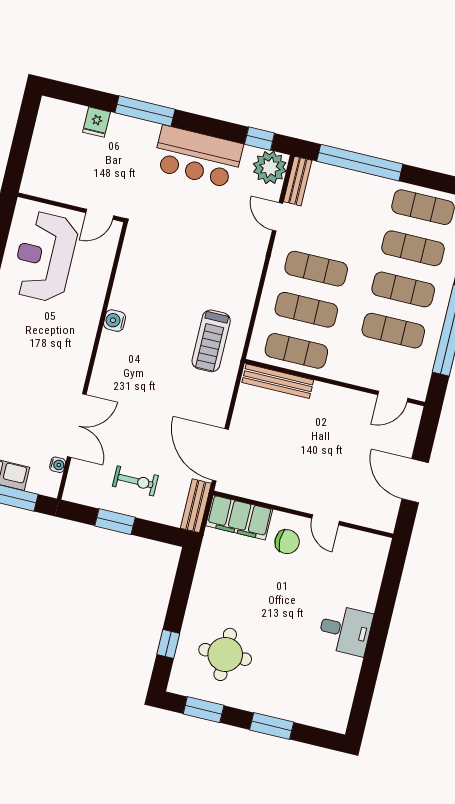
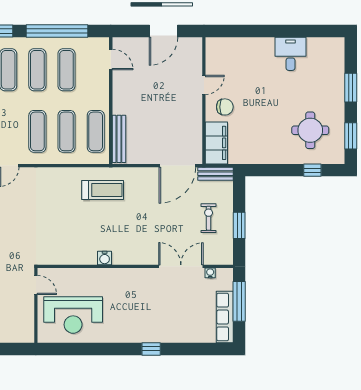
chair: (287, 542) -> (225, 107), turned 90
desk: (345, 630) -> (291, 54), moved

